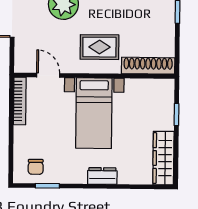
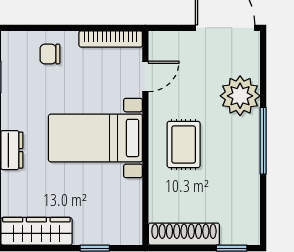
shoe rack: (148, 66) -> (184, 234), moved, turned -90
chair: (36, 167) -> (50, 54), moved

